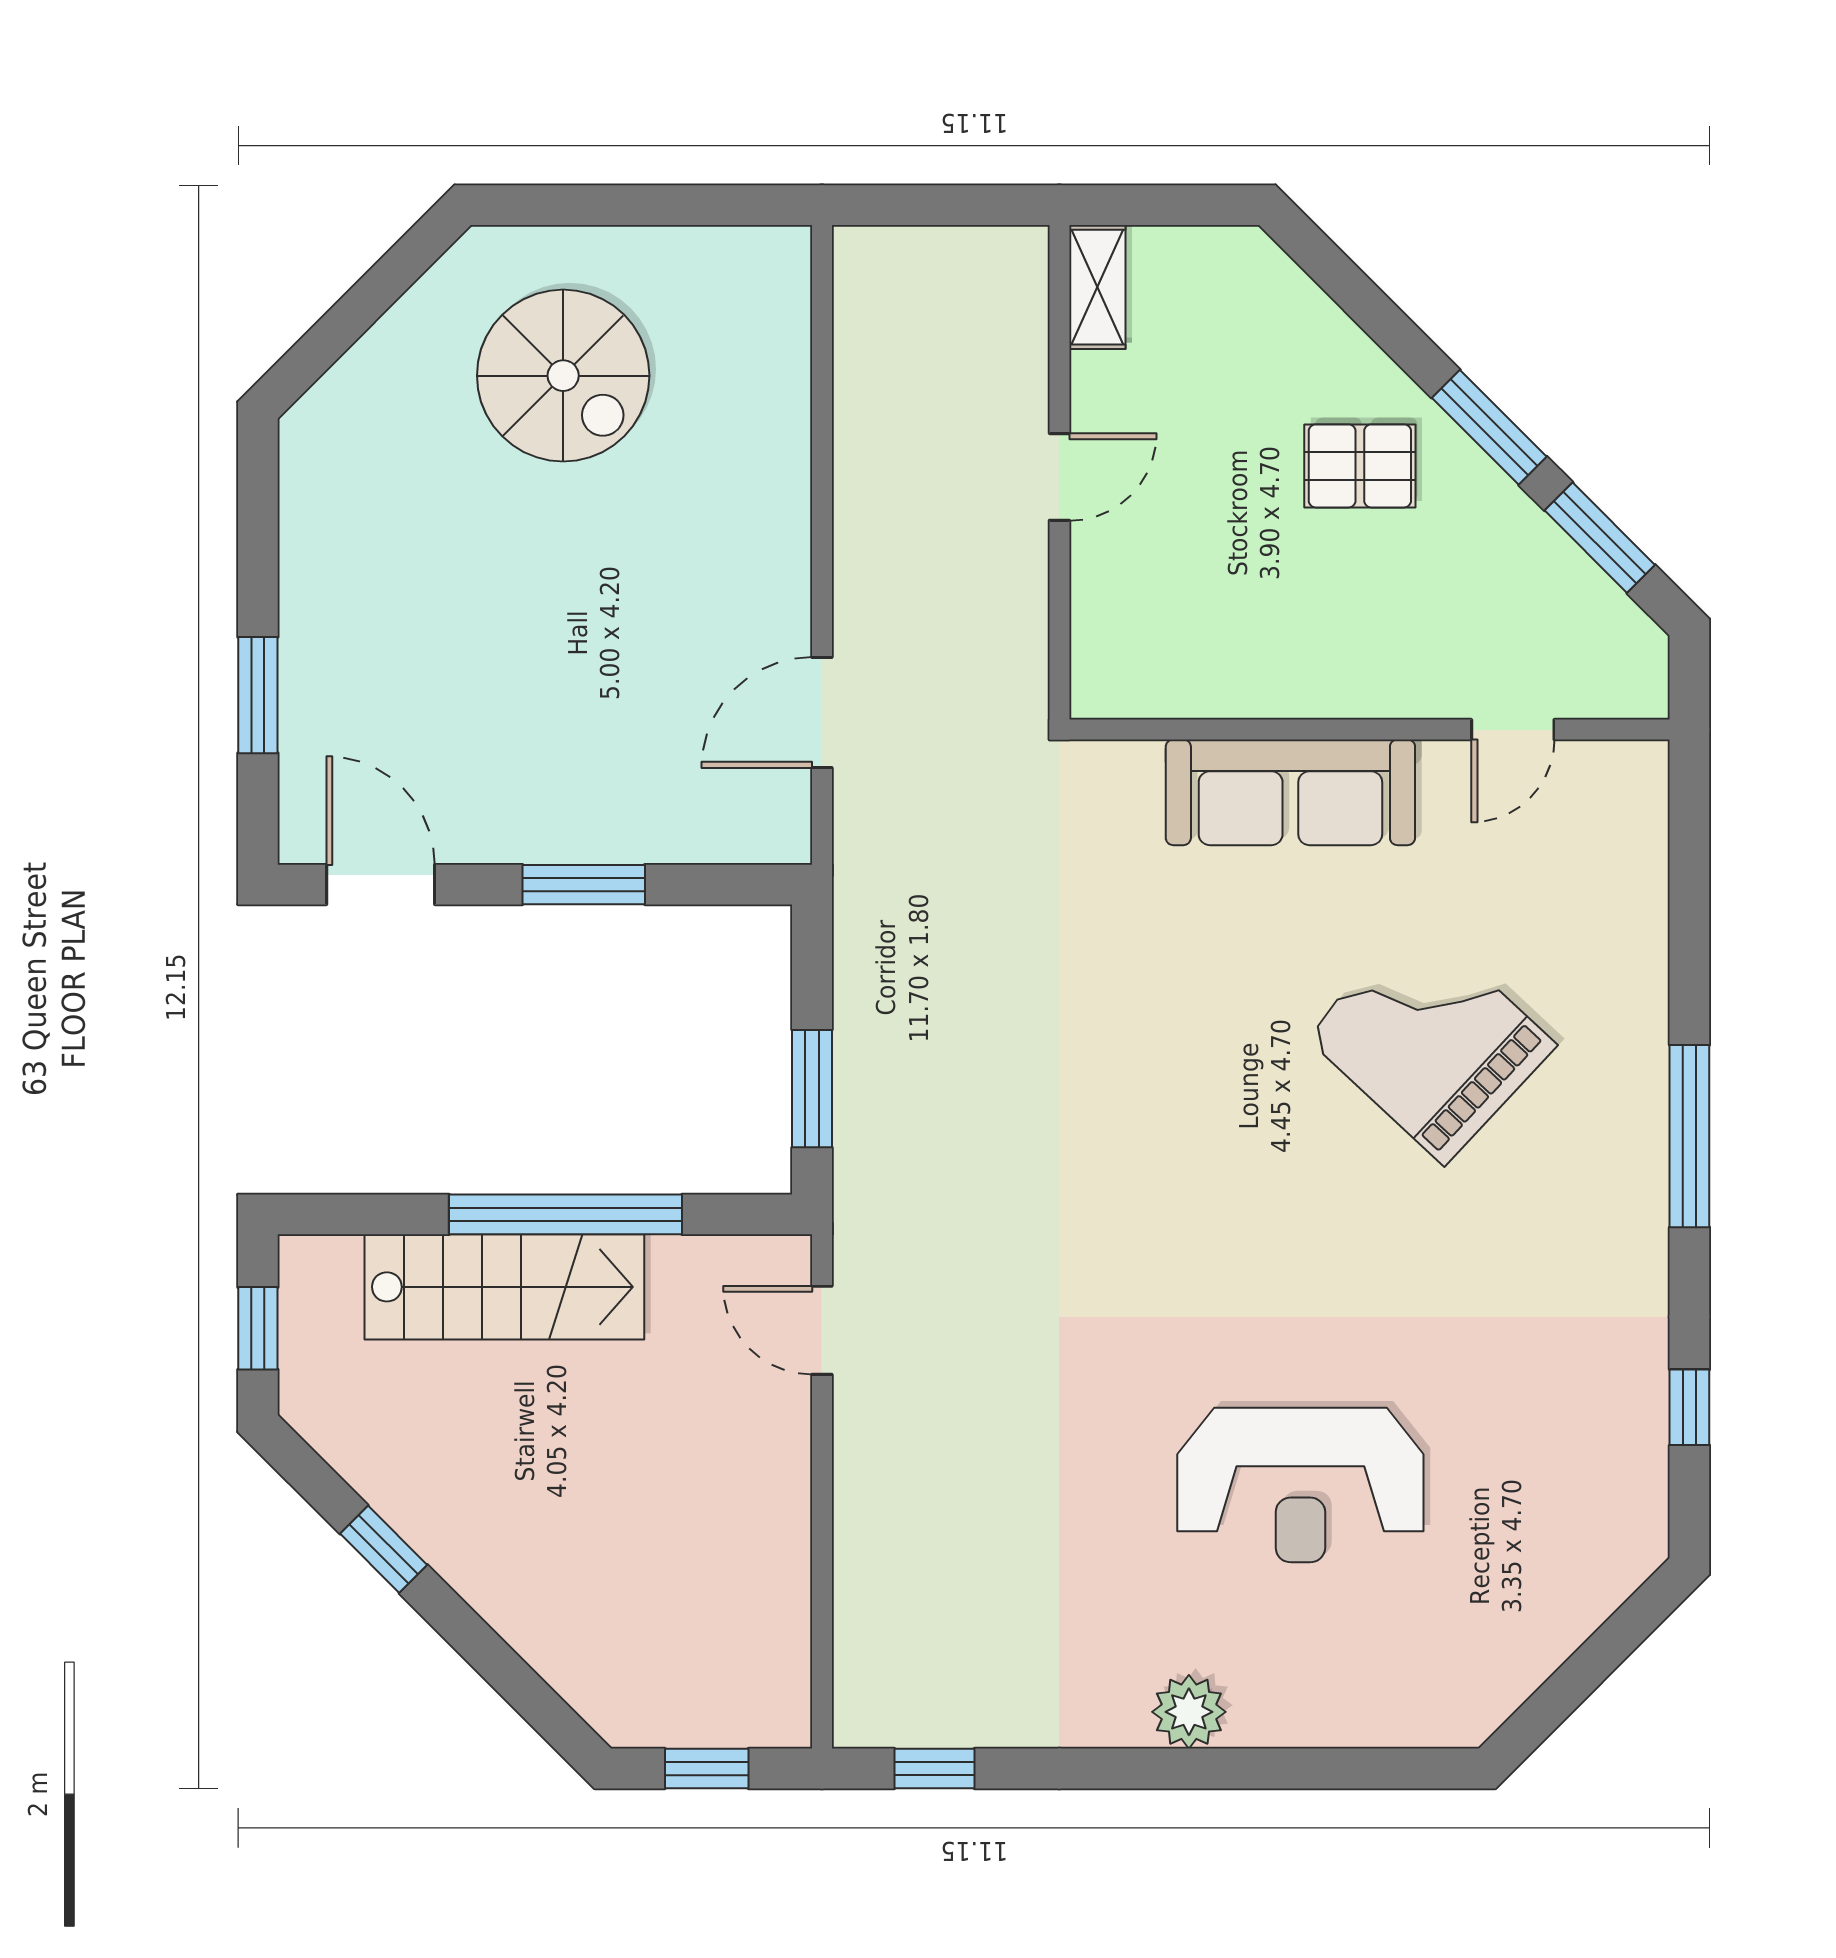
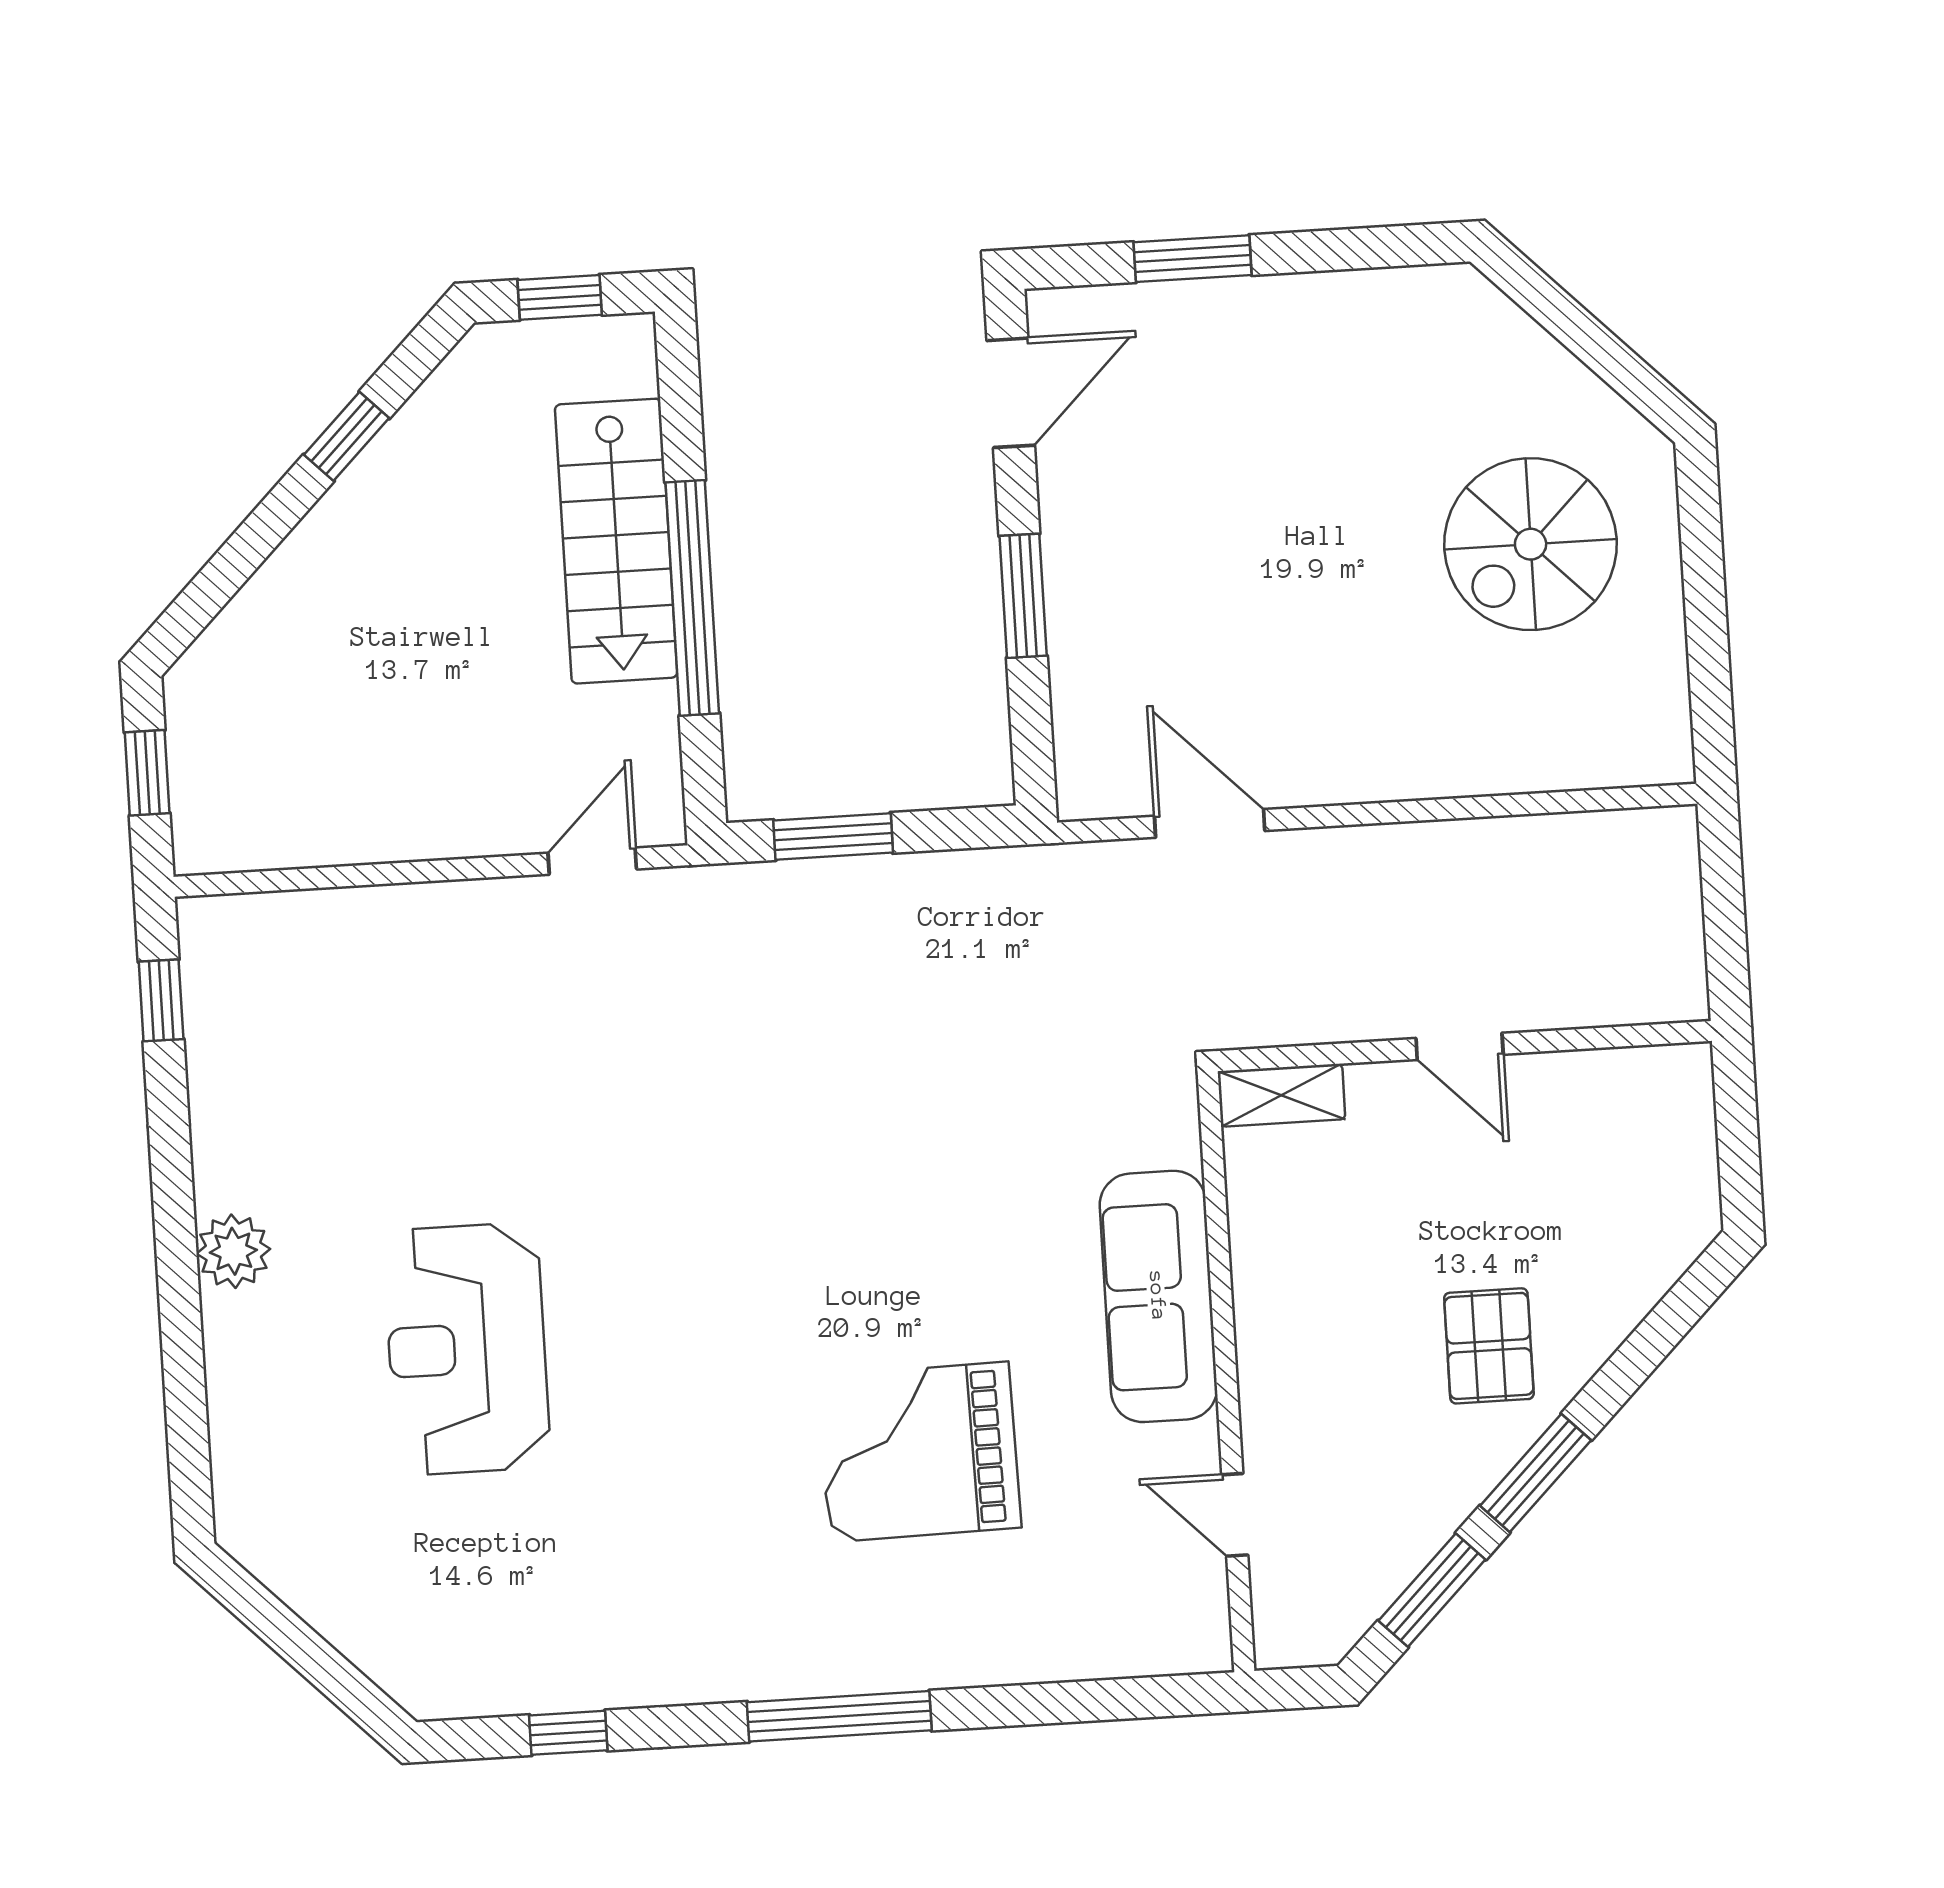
shelving: (1097, 287) -> (1281, 1095), moved
grand piano: (1431, 1041) -> (919, 1452), turned -134

